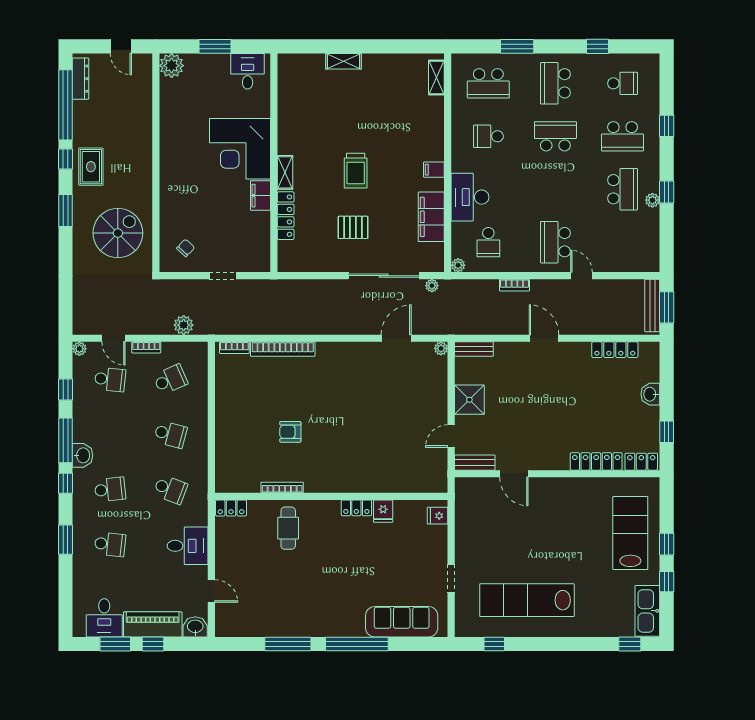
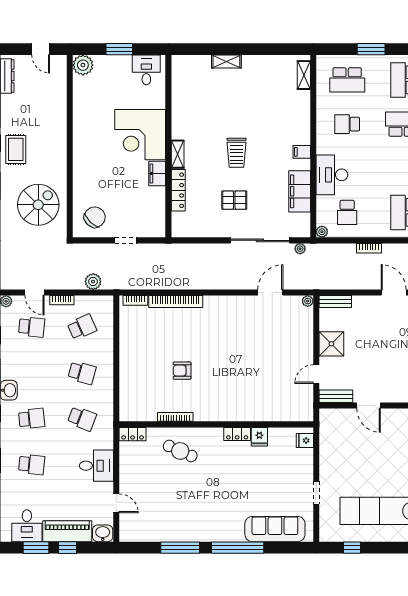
chair: (186, 248) -> (95, 217), width x1.87, depth x1.87
cafe table: (288, 528) -> (180, 451), turned -66

